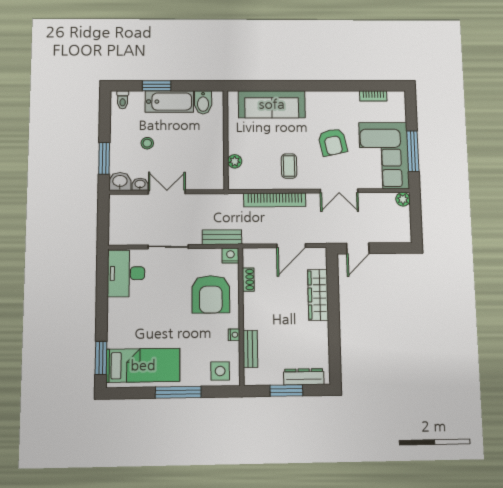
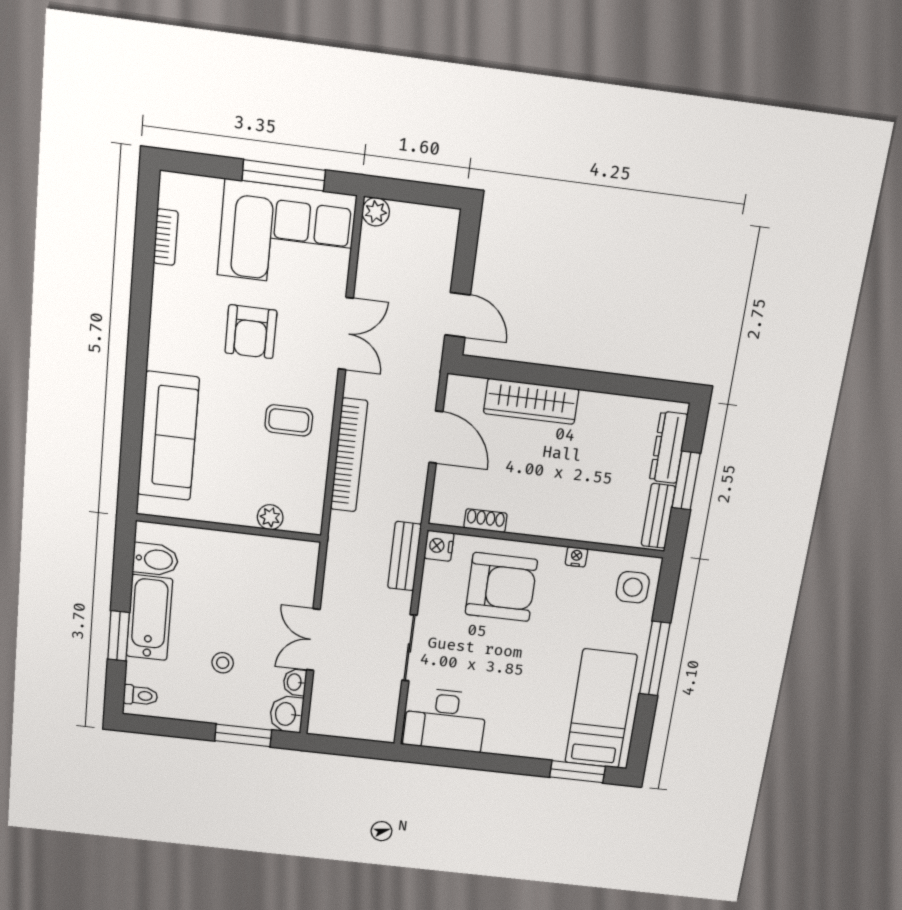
armchair: (333, 142) -> (251, 332), turned 102
bench: (250, 349) -> (658, 516), moved, turned 90

